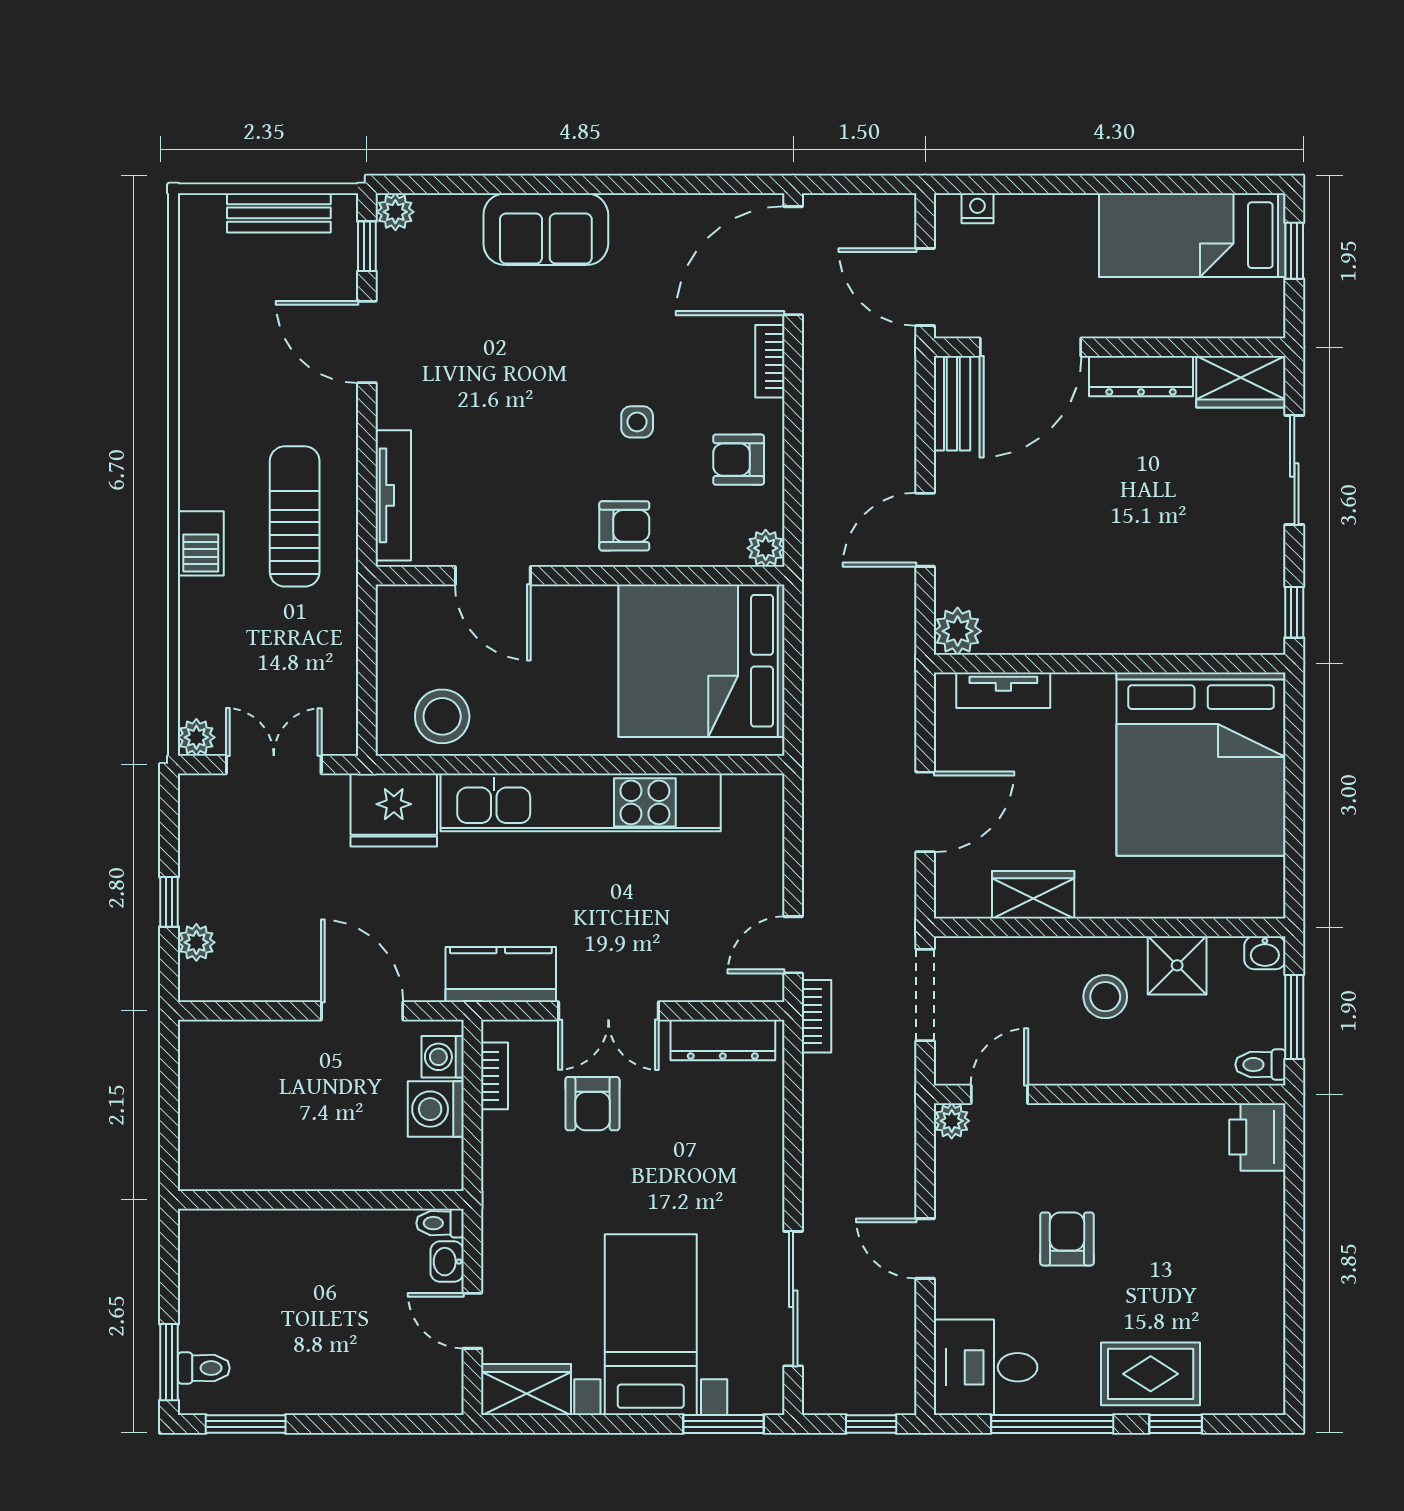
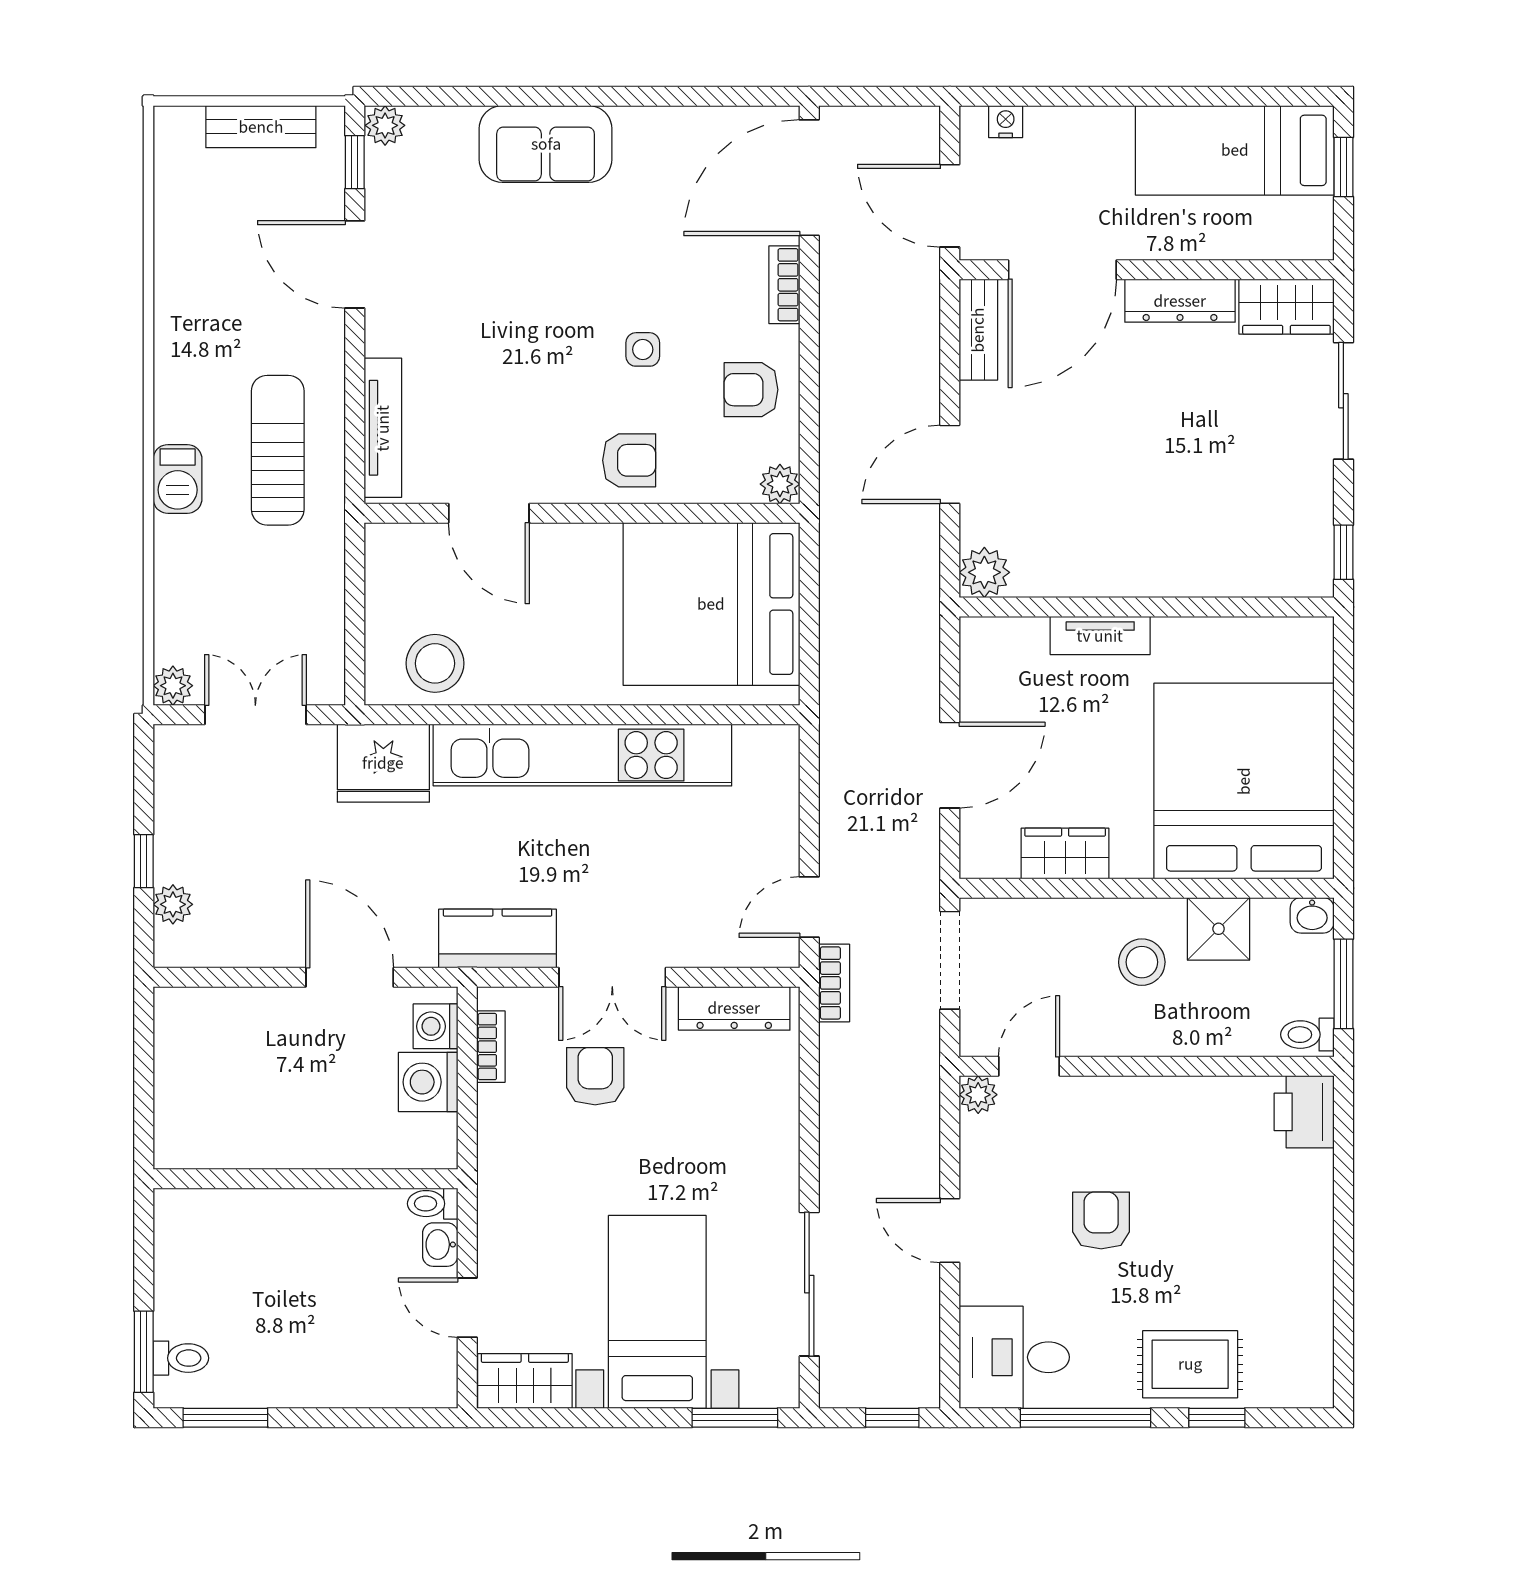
tv unit: (1003, 690) -> (1100, 636), moved
bed: (1201, 764) -> (1244, 781), moved, turned 180
armchair: (592, 1104) -> (595, 1076), turned 180

